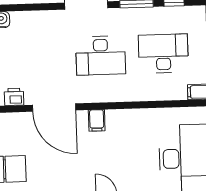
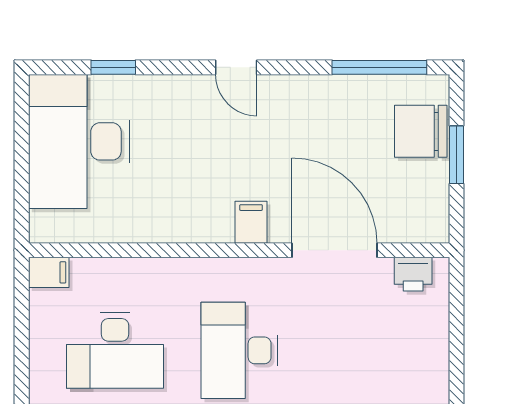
desk: (101, 56) -> (239, 350), turned -90

